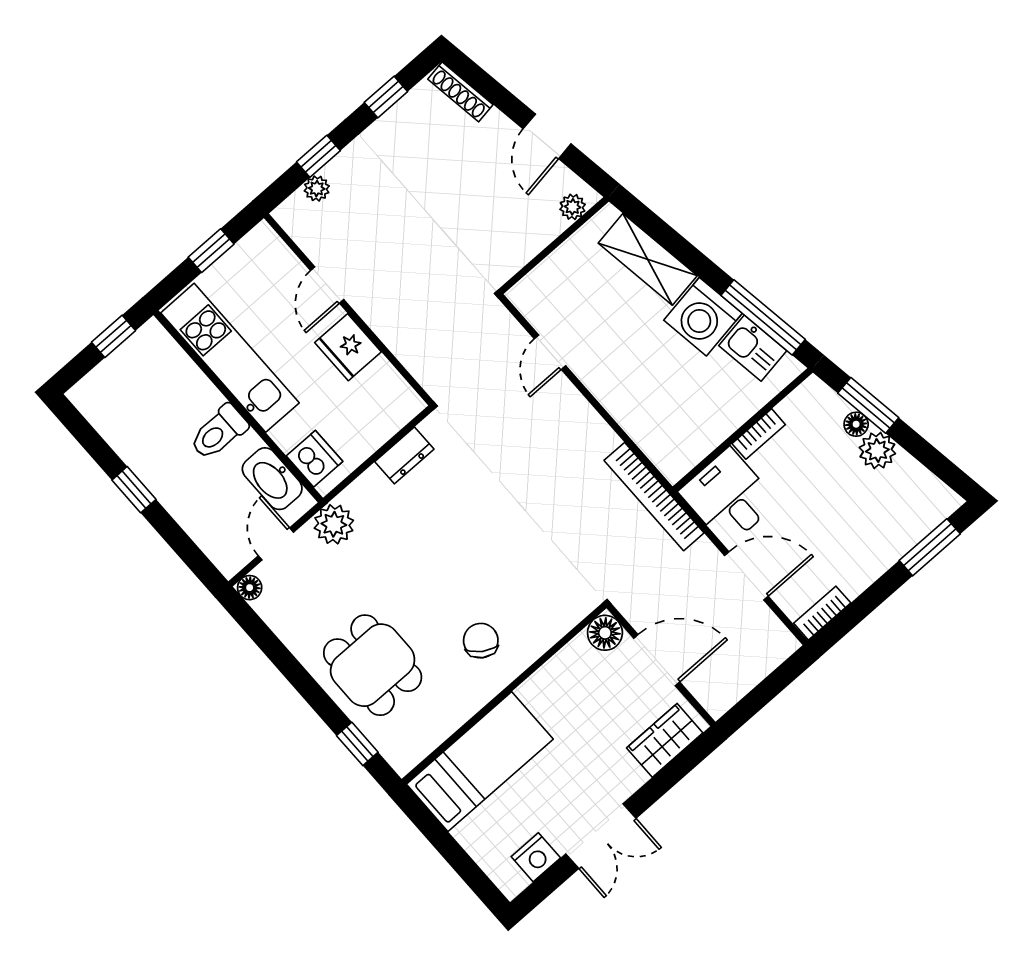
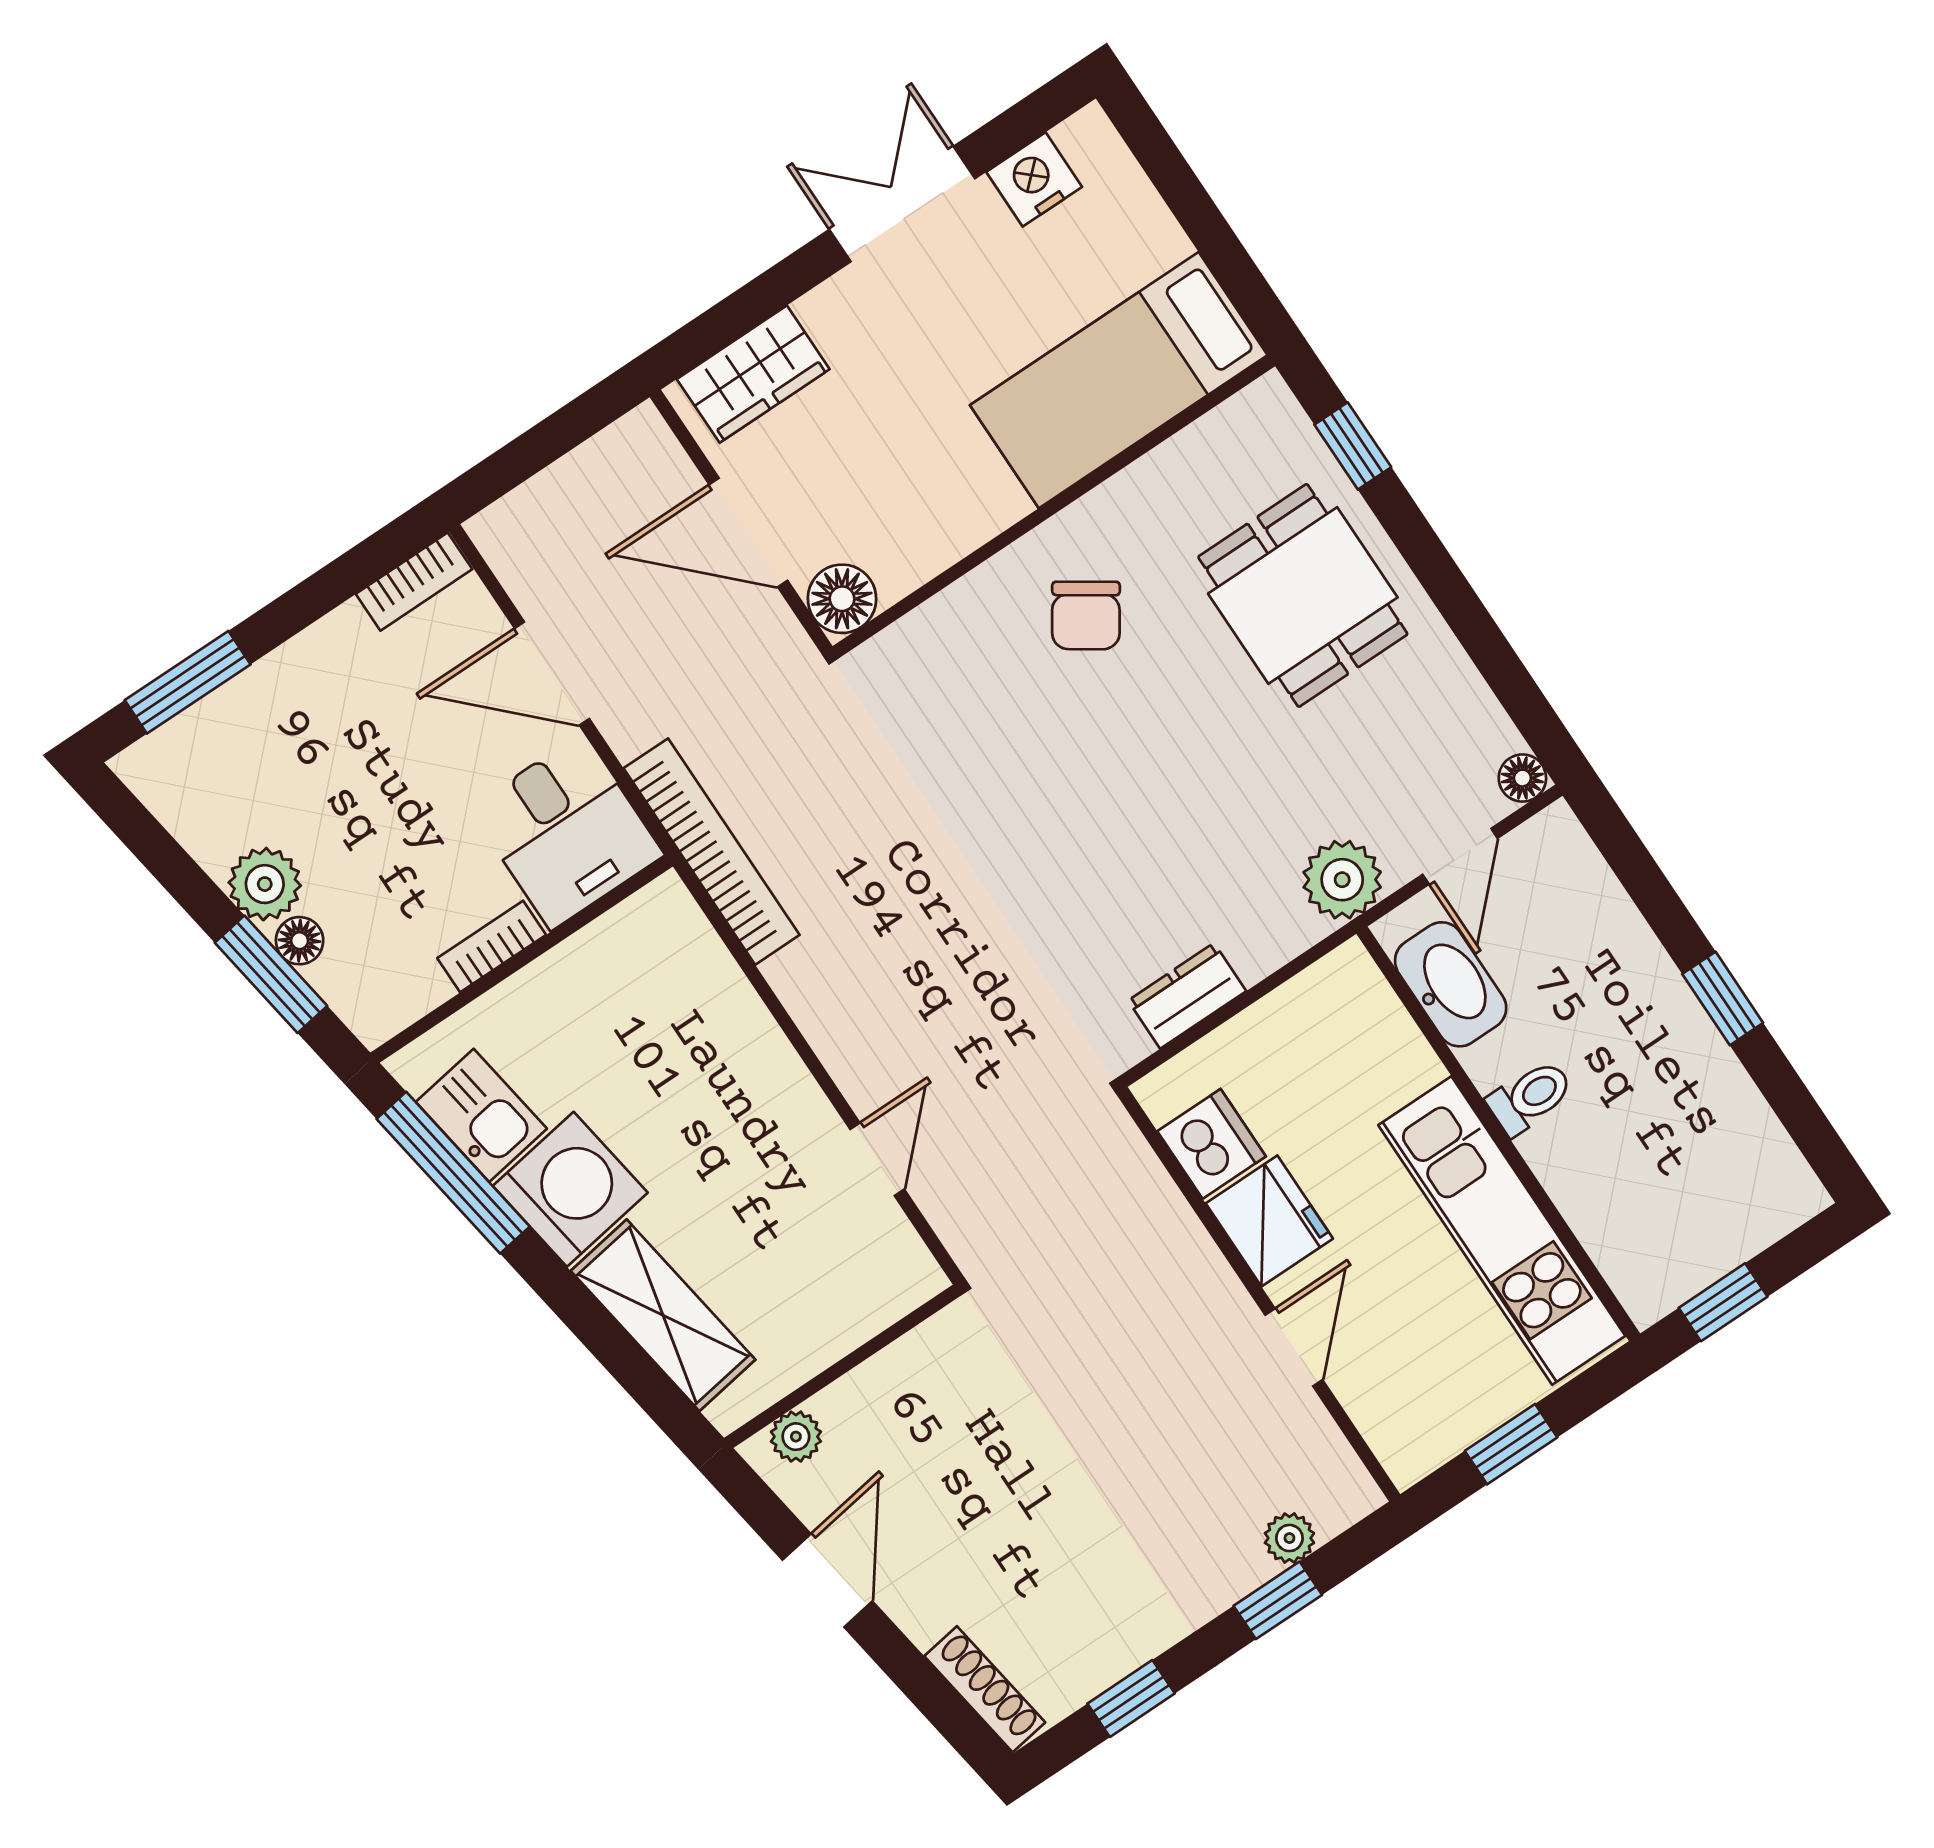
toilet: (219, 432) -> (1530, 1097), width x0.73, depth x0.72
dishwasher: (314, 459) -> (1212, 1144), moved, turned 180

